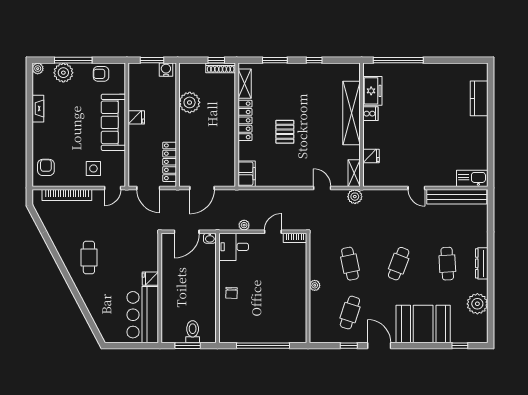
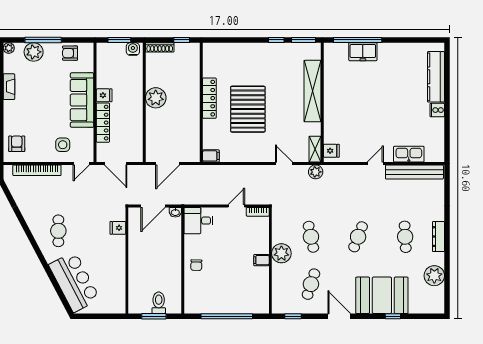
window: (275, 60) -> (303, 40), moved
shoe rack: (221, 68) -> (160, 47), moved
shelving: (245, 84) -> (209, 63), removed
freezer: (372, 91) -> (363, 52), moved, turned 90
kitchen counter: (479, 98) -> (436, 77), width x1.50
plant: (190, 102) -> (156, 98), moved
cooker: (370, 114) -> (437, 110), moved, turned 180
pallet: (285, 132) -> (248, 109), width x2.05, depth x2.00
fridge: (371, 156) -> (331, 151), moved
locker: (170, 162) -> (103, 123), moved, turned 180
filing cabinet: (247, 174) -> (211, 156), width x0.50
kitchen sink: (472, 178) -> (409, 154), moved
door: (416, 188) -> (375, 163), swing flipped
plant: (244, 225) -> (209, 200), removed
fridge: (150, 279) -> (118, 228), moved
plant: (315, 285) -> (281, 253), width x1.88, depth x1.88
filing cabinet: (299, 288) -> (261, 260), added
bar counter: (143, 315) -> (74, 282), moved, turned 152
window: (349, 346) -> (293, 316), moved
window: (460, 346) -> (393, 316), moved

